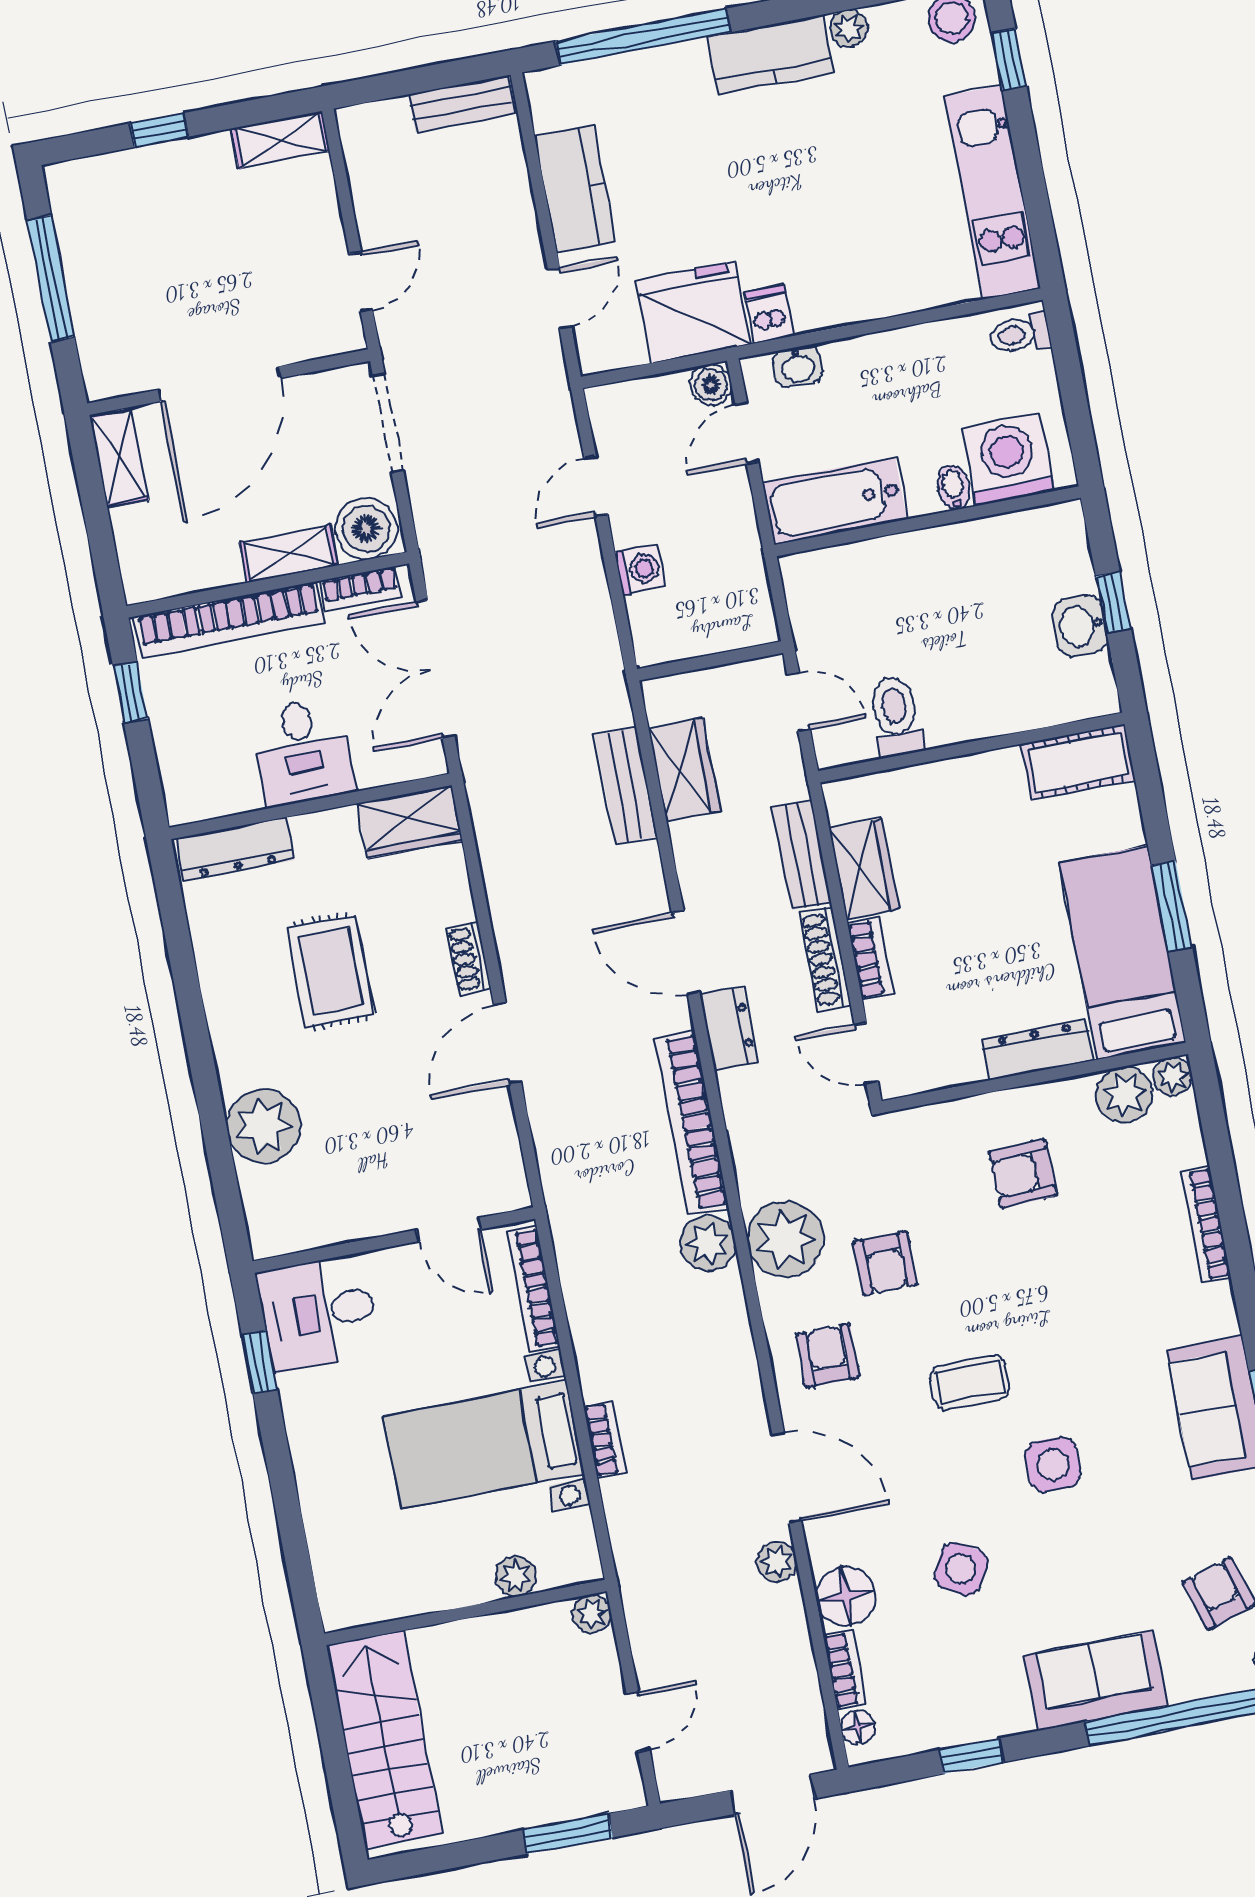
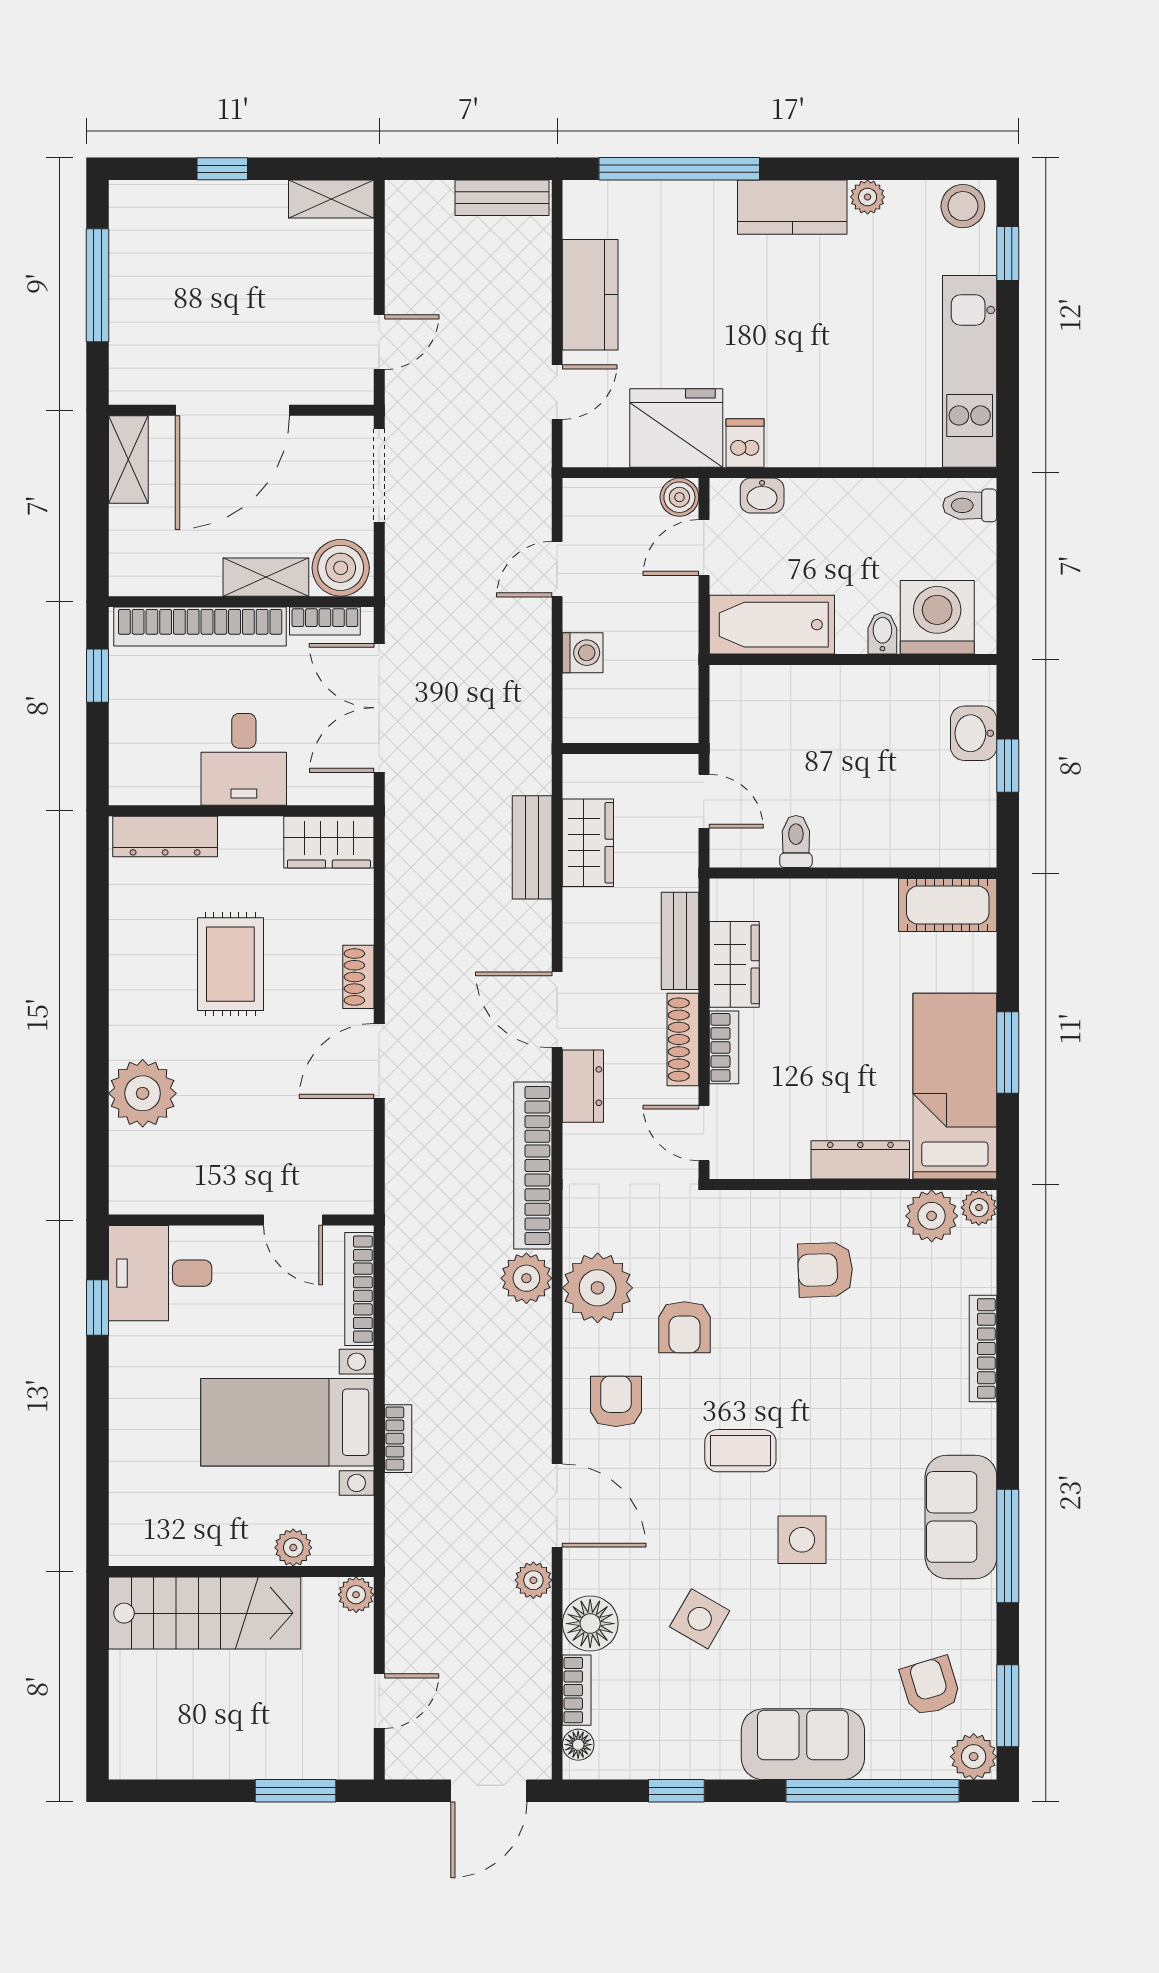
washbasin: (1080, 626) -> (974, 733), moved
toilet: (896, 716) -> (796, 841), width x0.73, depth x0.72
stairs: (384, 1739) -> (205, 1613), moved, turned 90

